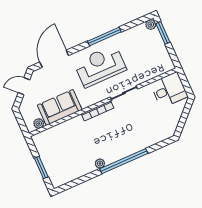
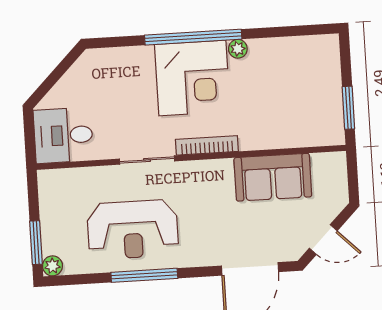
reception desk: (100, 66) -> (133, 229), moved
plant: (39, 123) -> (322, 162), removed
corner desk: (117, 141) -> (192, 78), added
window: (41, 167) -> (348, 108), moved

